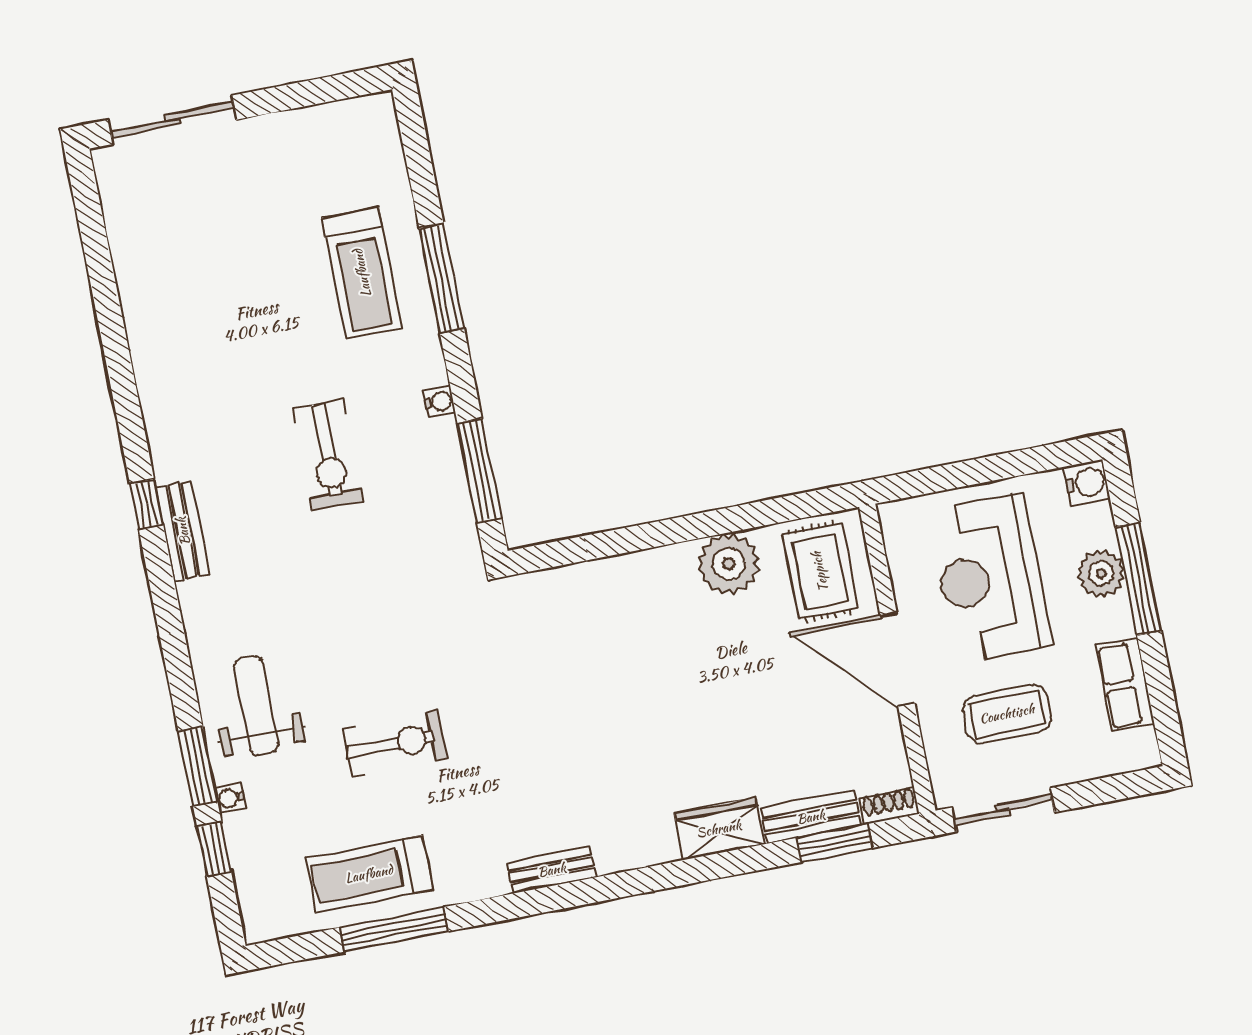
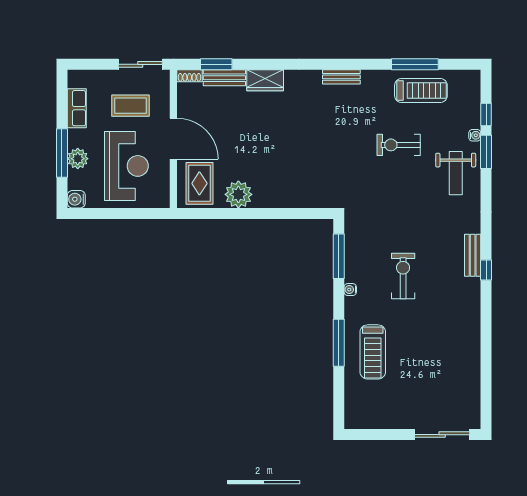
treadmill: (362, 273) -> (373, 352), turned 180

